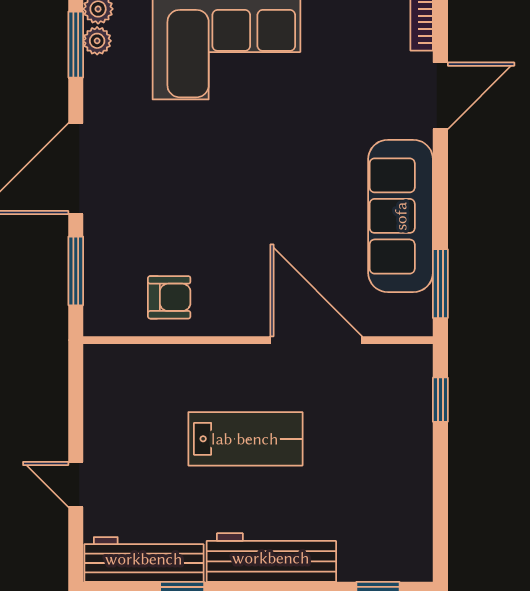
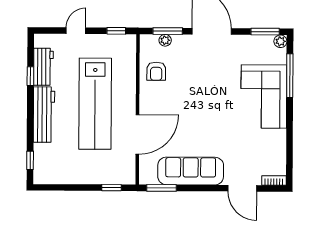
plant: (97, 41) -> (165, 40), moved
window: (76, 391) -> (116, 31), added
lab bench: (245, 439) -> (95, 104), width x1.86, depth x1.39
workbench: (144, 559) -> (43, 67), width x0.73

